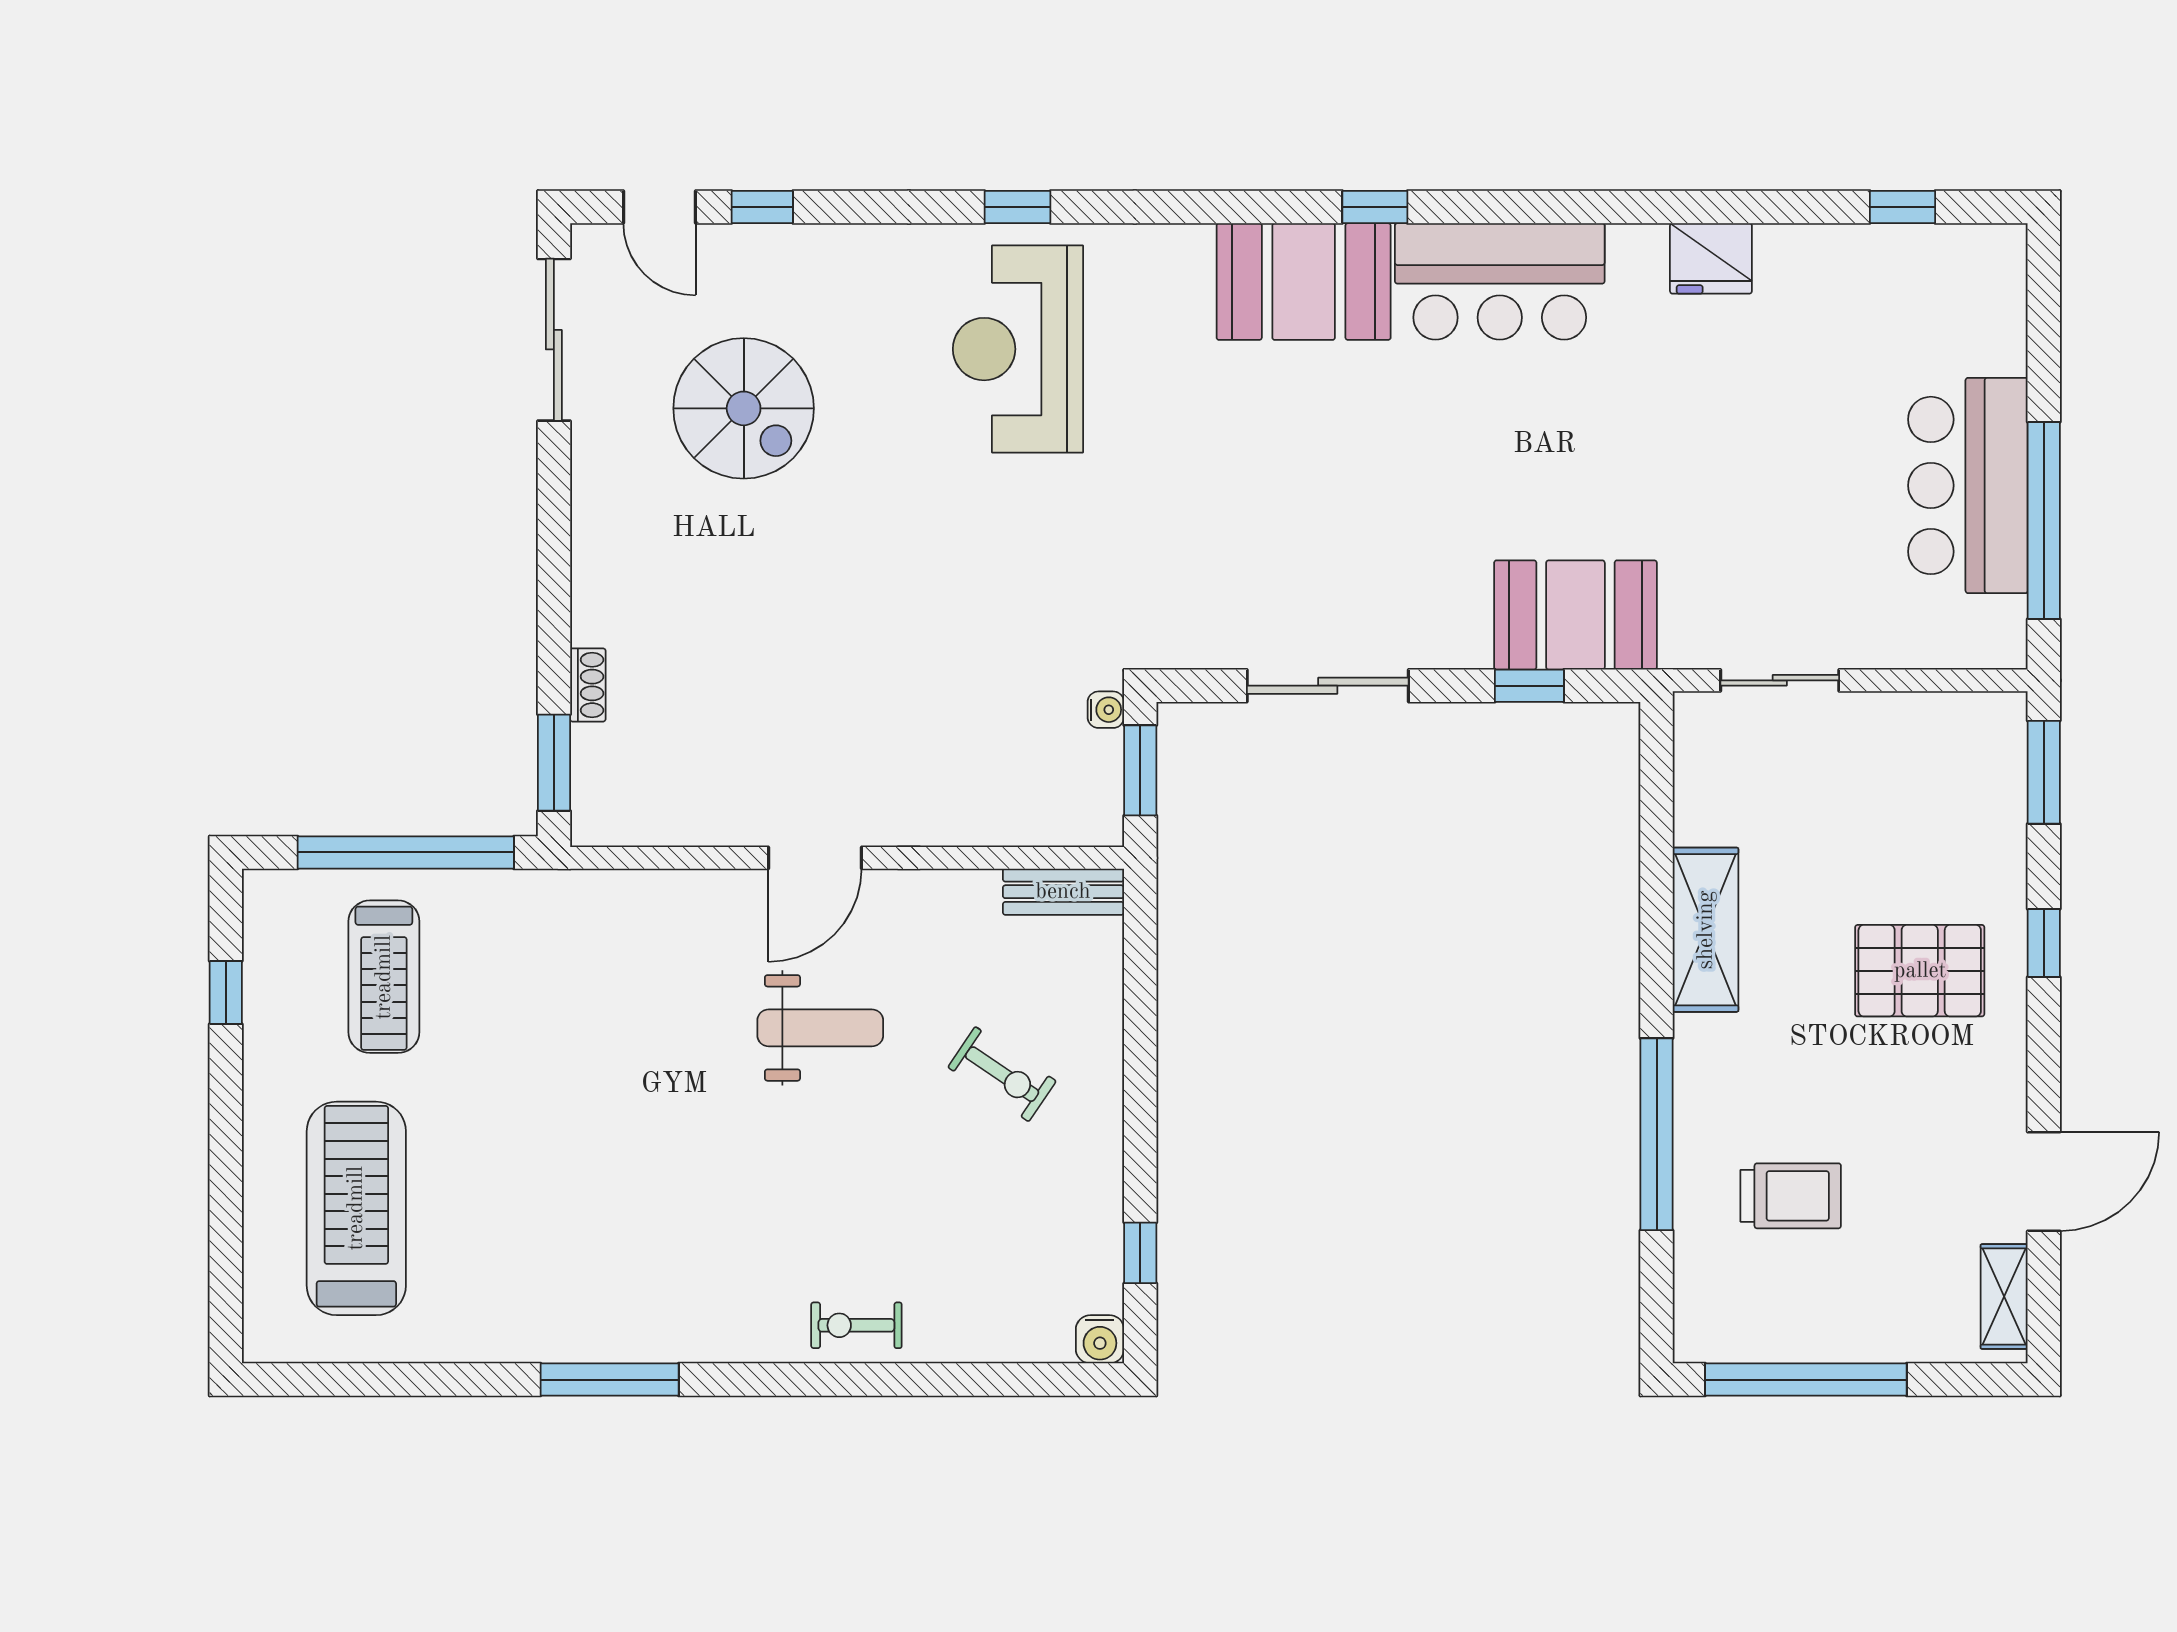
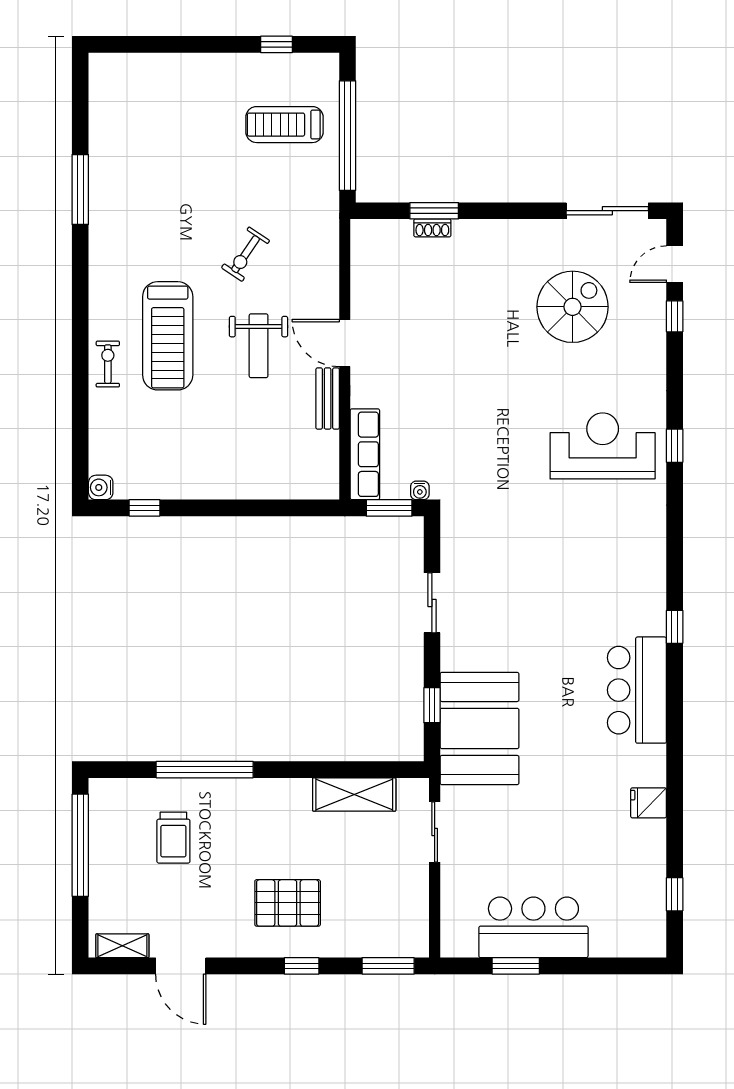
fridge: (1711, 258) -> (649, 803), width x0.72
booth: (1304, 282) -> (637, 591), removed
spiral stairs: (744, 408) -> (573, 307), turned 180
window: (2044, 520) -> (516, 966), width x0.47
booth: (1575, 615) -> (480, 728), width x1.36, depth x1.42
sliding door: (1328, 686) -> (432, 603), width x0.73
window: (554, 763) -> (434, 211), moved
row of seats: (1034, 818) -> (365, 454), added
bench: (1063, 892) -> (328, 398), moved
shelving: (1706, 930) -> (354, 794), moved
pallet: (1920, 971) -> (288, 903), turned 90
exercise bike: (1002, 1074) -> (246, 254), moved
treadmill: (356, 1208) -> (168, 336), moved, turned 90
window: (610, 1380) -> (80, 190), moved

